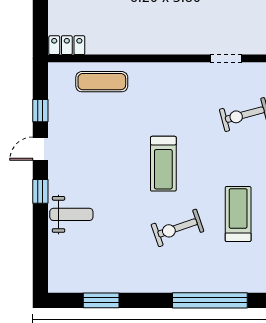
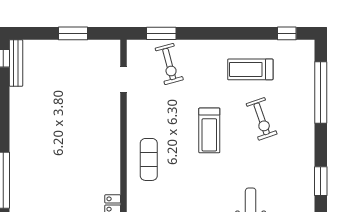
exercise mat: (102, 82) -> (149, 159), moved
treadmill: (163, 164) -> (209, 130), turned 90

